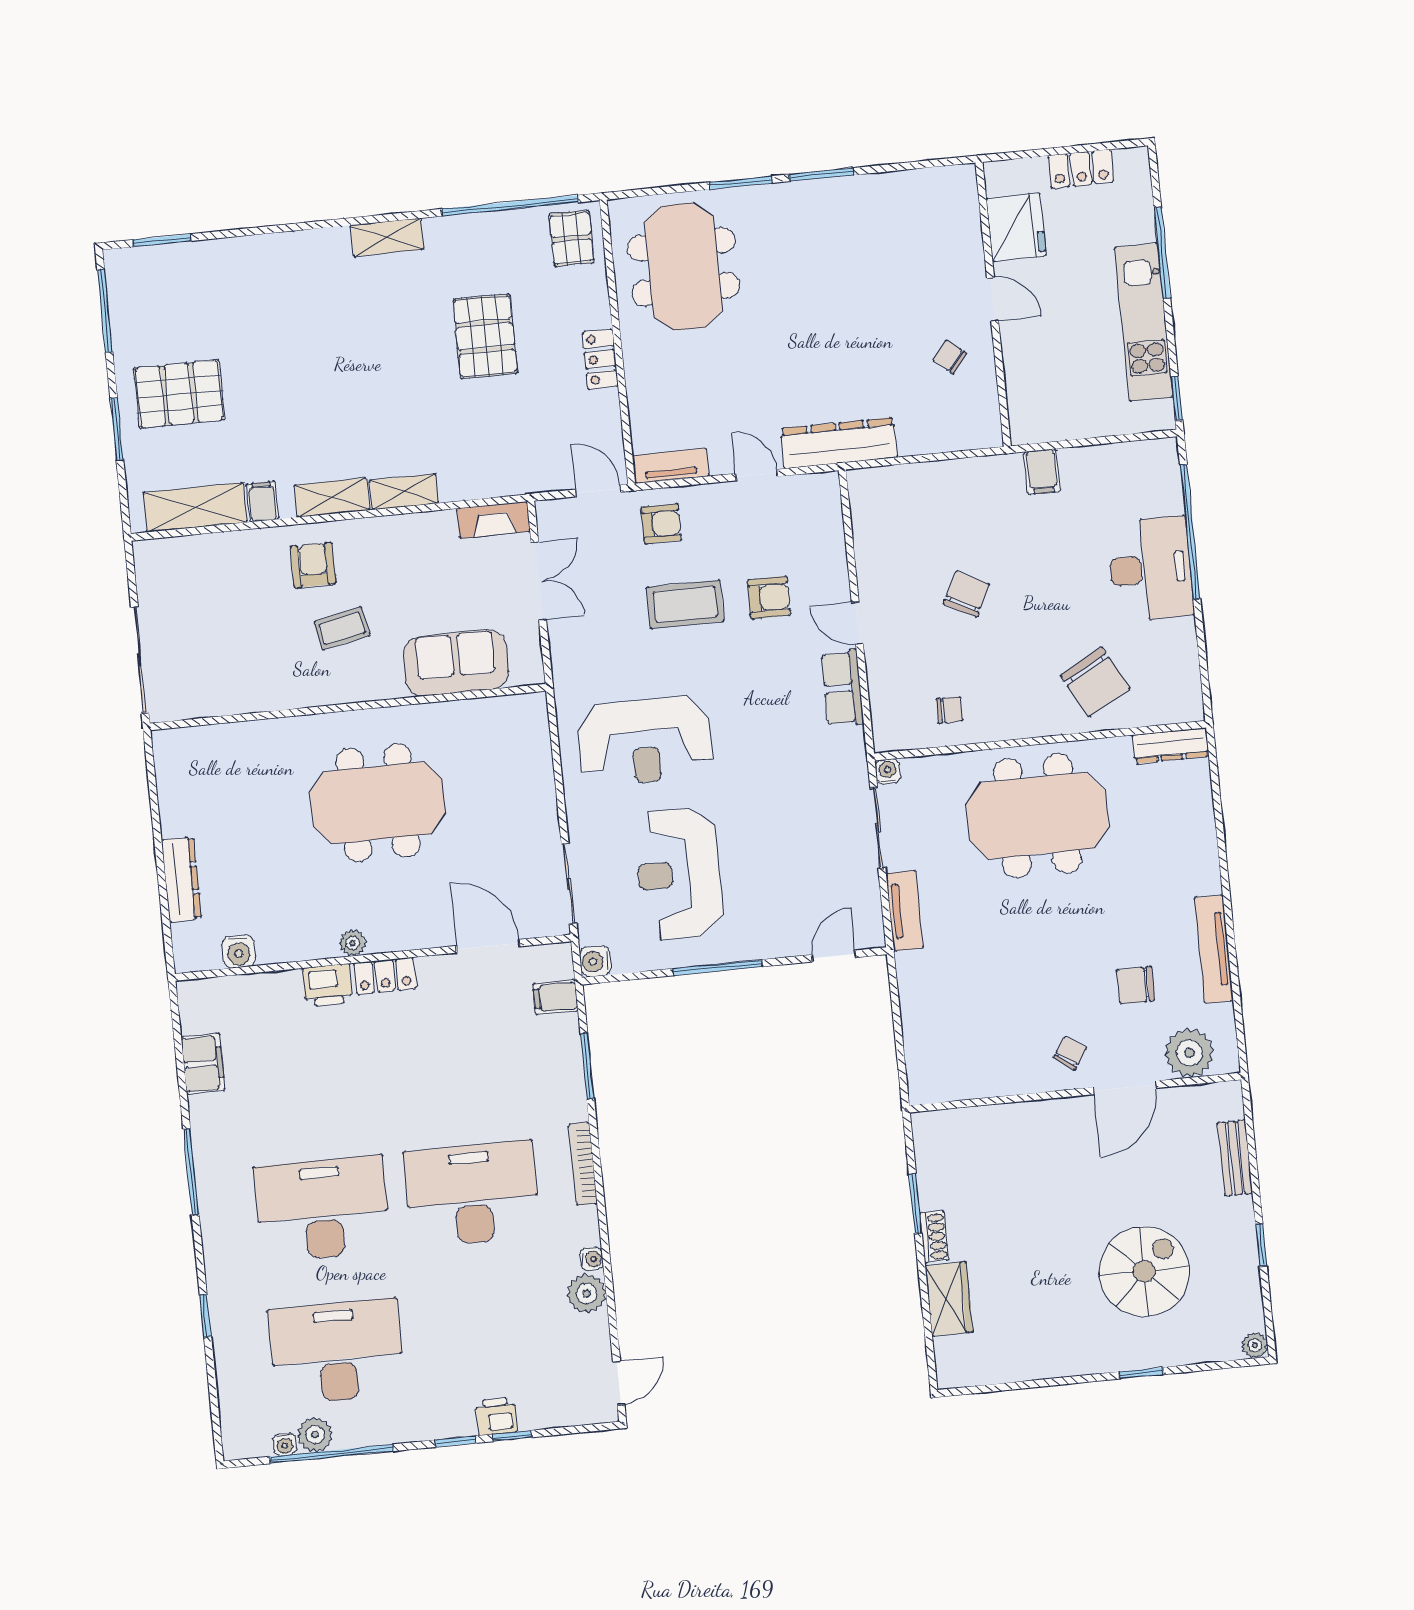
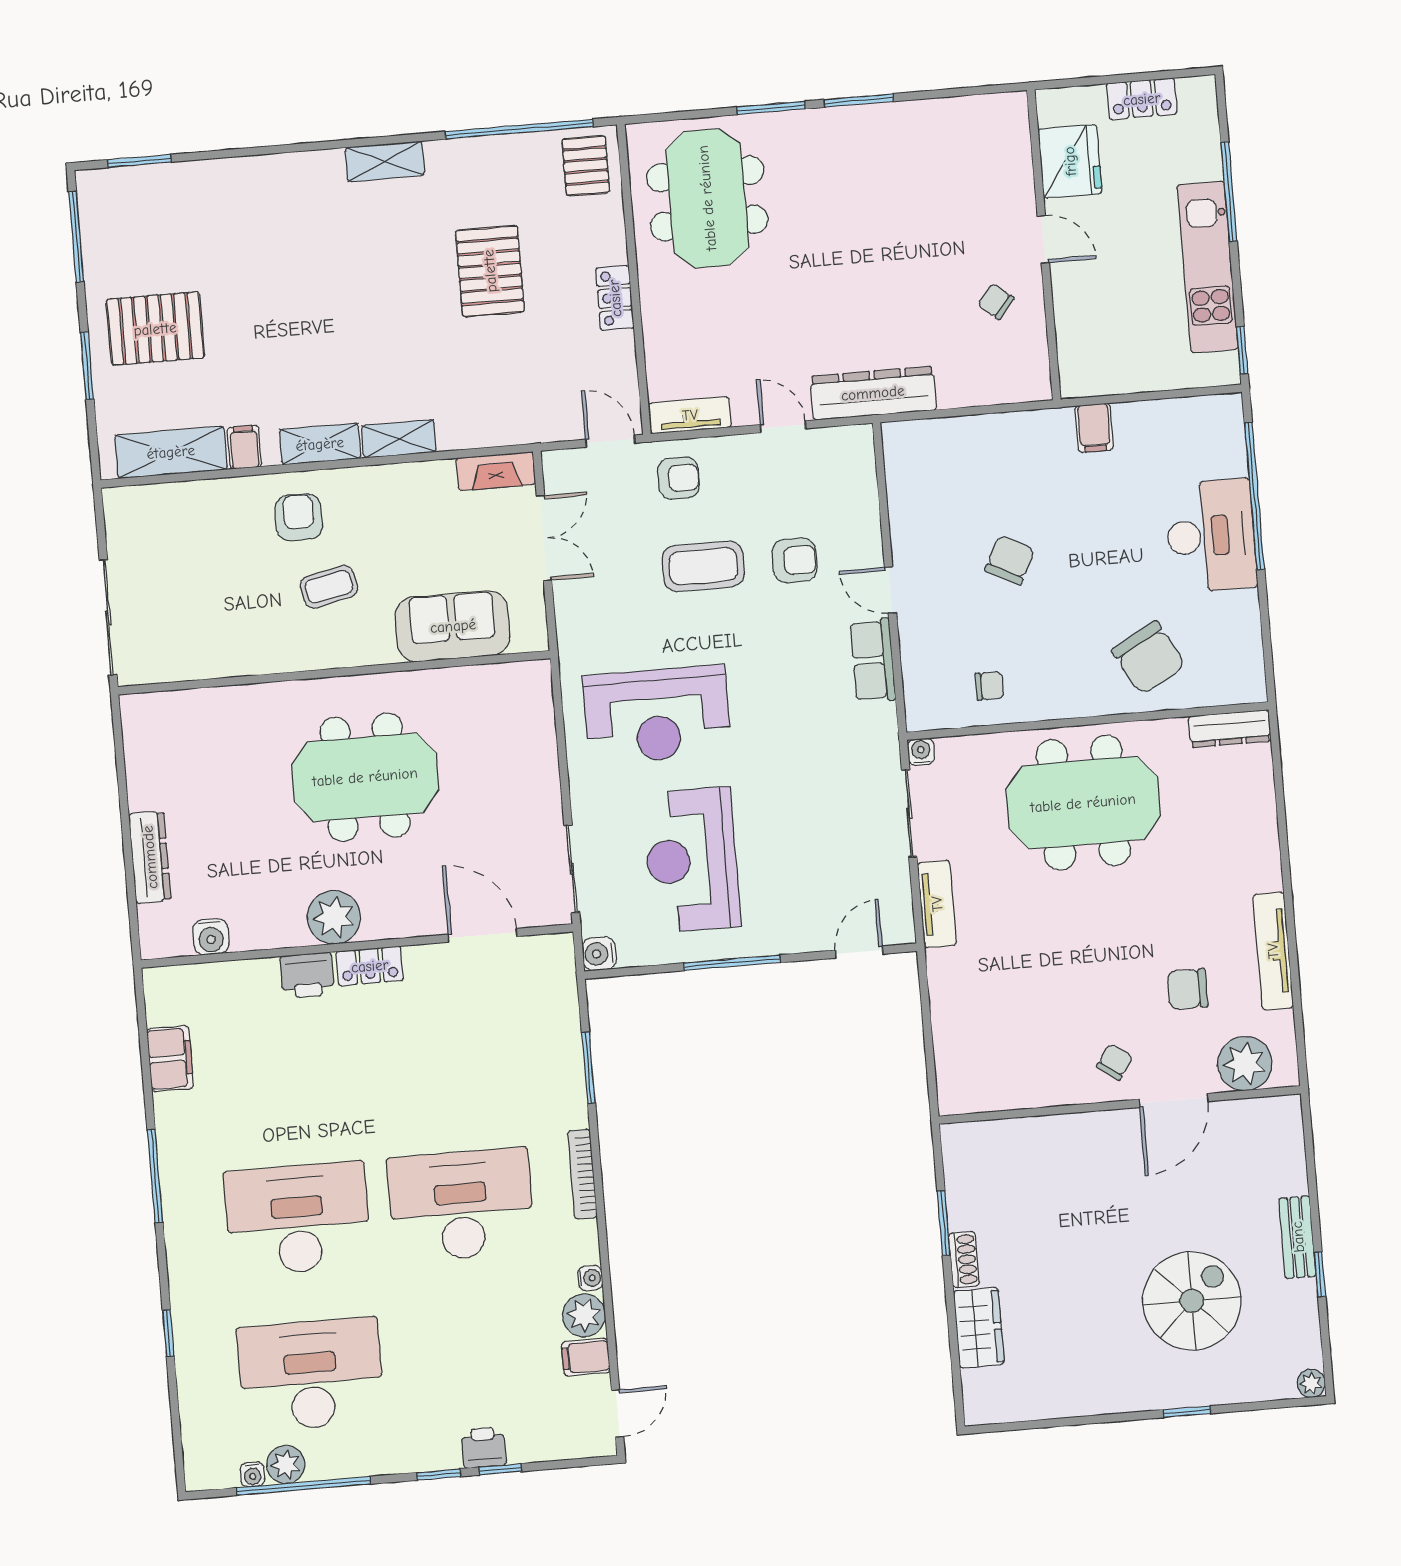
plant: (353, 943) -> (334, 917), width x1.88, depth x1.88
filing cabinet: (555, 997) -> (586, 1357), moved
bench: (1235, 1158) -> (1298, 1237), moved

